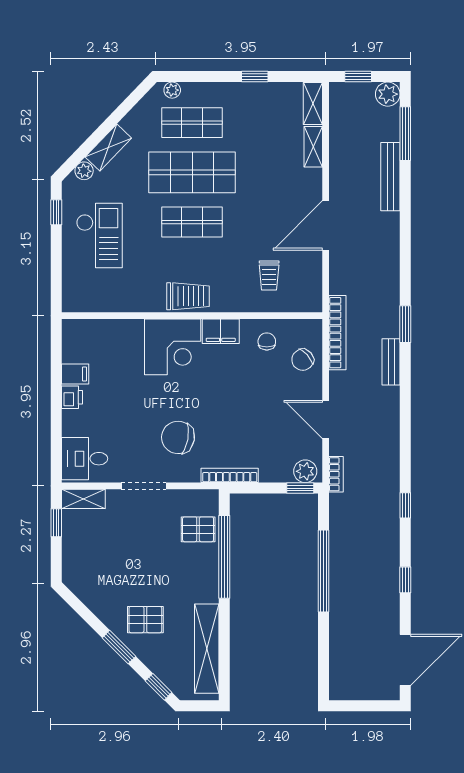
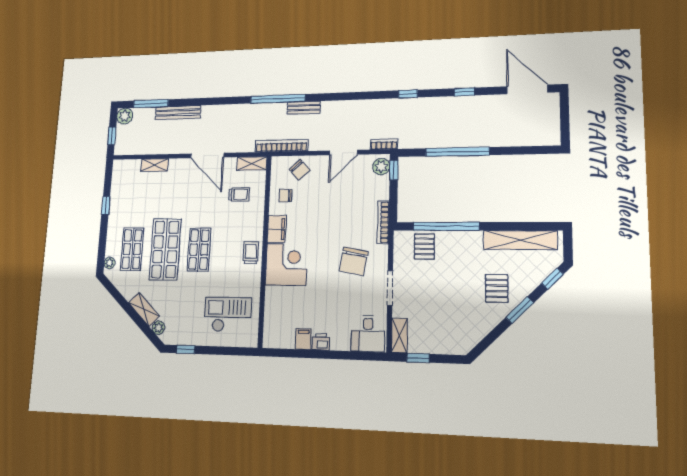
shelving: (313, 104) -> (252, 163), moved
checkout: (99, 236) -> (228, 314), moved
trolley: (188, 296) -> (251, 253), width x0.73, depth x0.72
window: (405, 324) -> (278, 99), width x2.11

